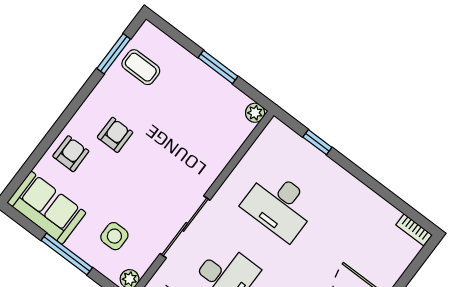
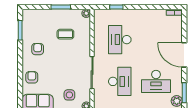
coffee table: (141, 67) -> (65, 34), moved
armchair: (115, 135) -> (38, 49), moved
desk: (279, 205) -> (120, 40), turned 90

